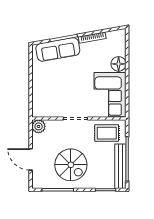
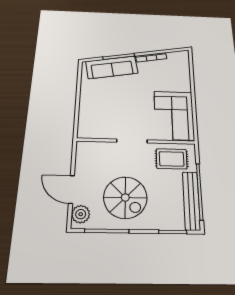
floor lamp: (119, 64) -> (182, 84), removed
plant: (39, 126) -> (81, 214), moved

